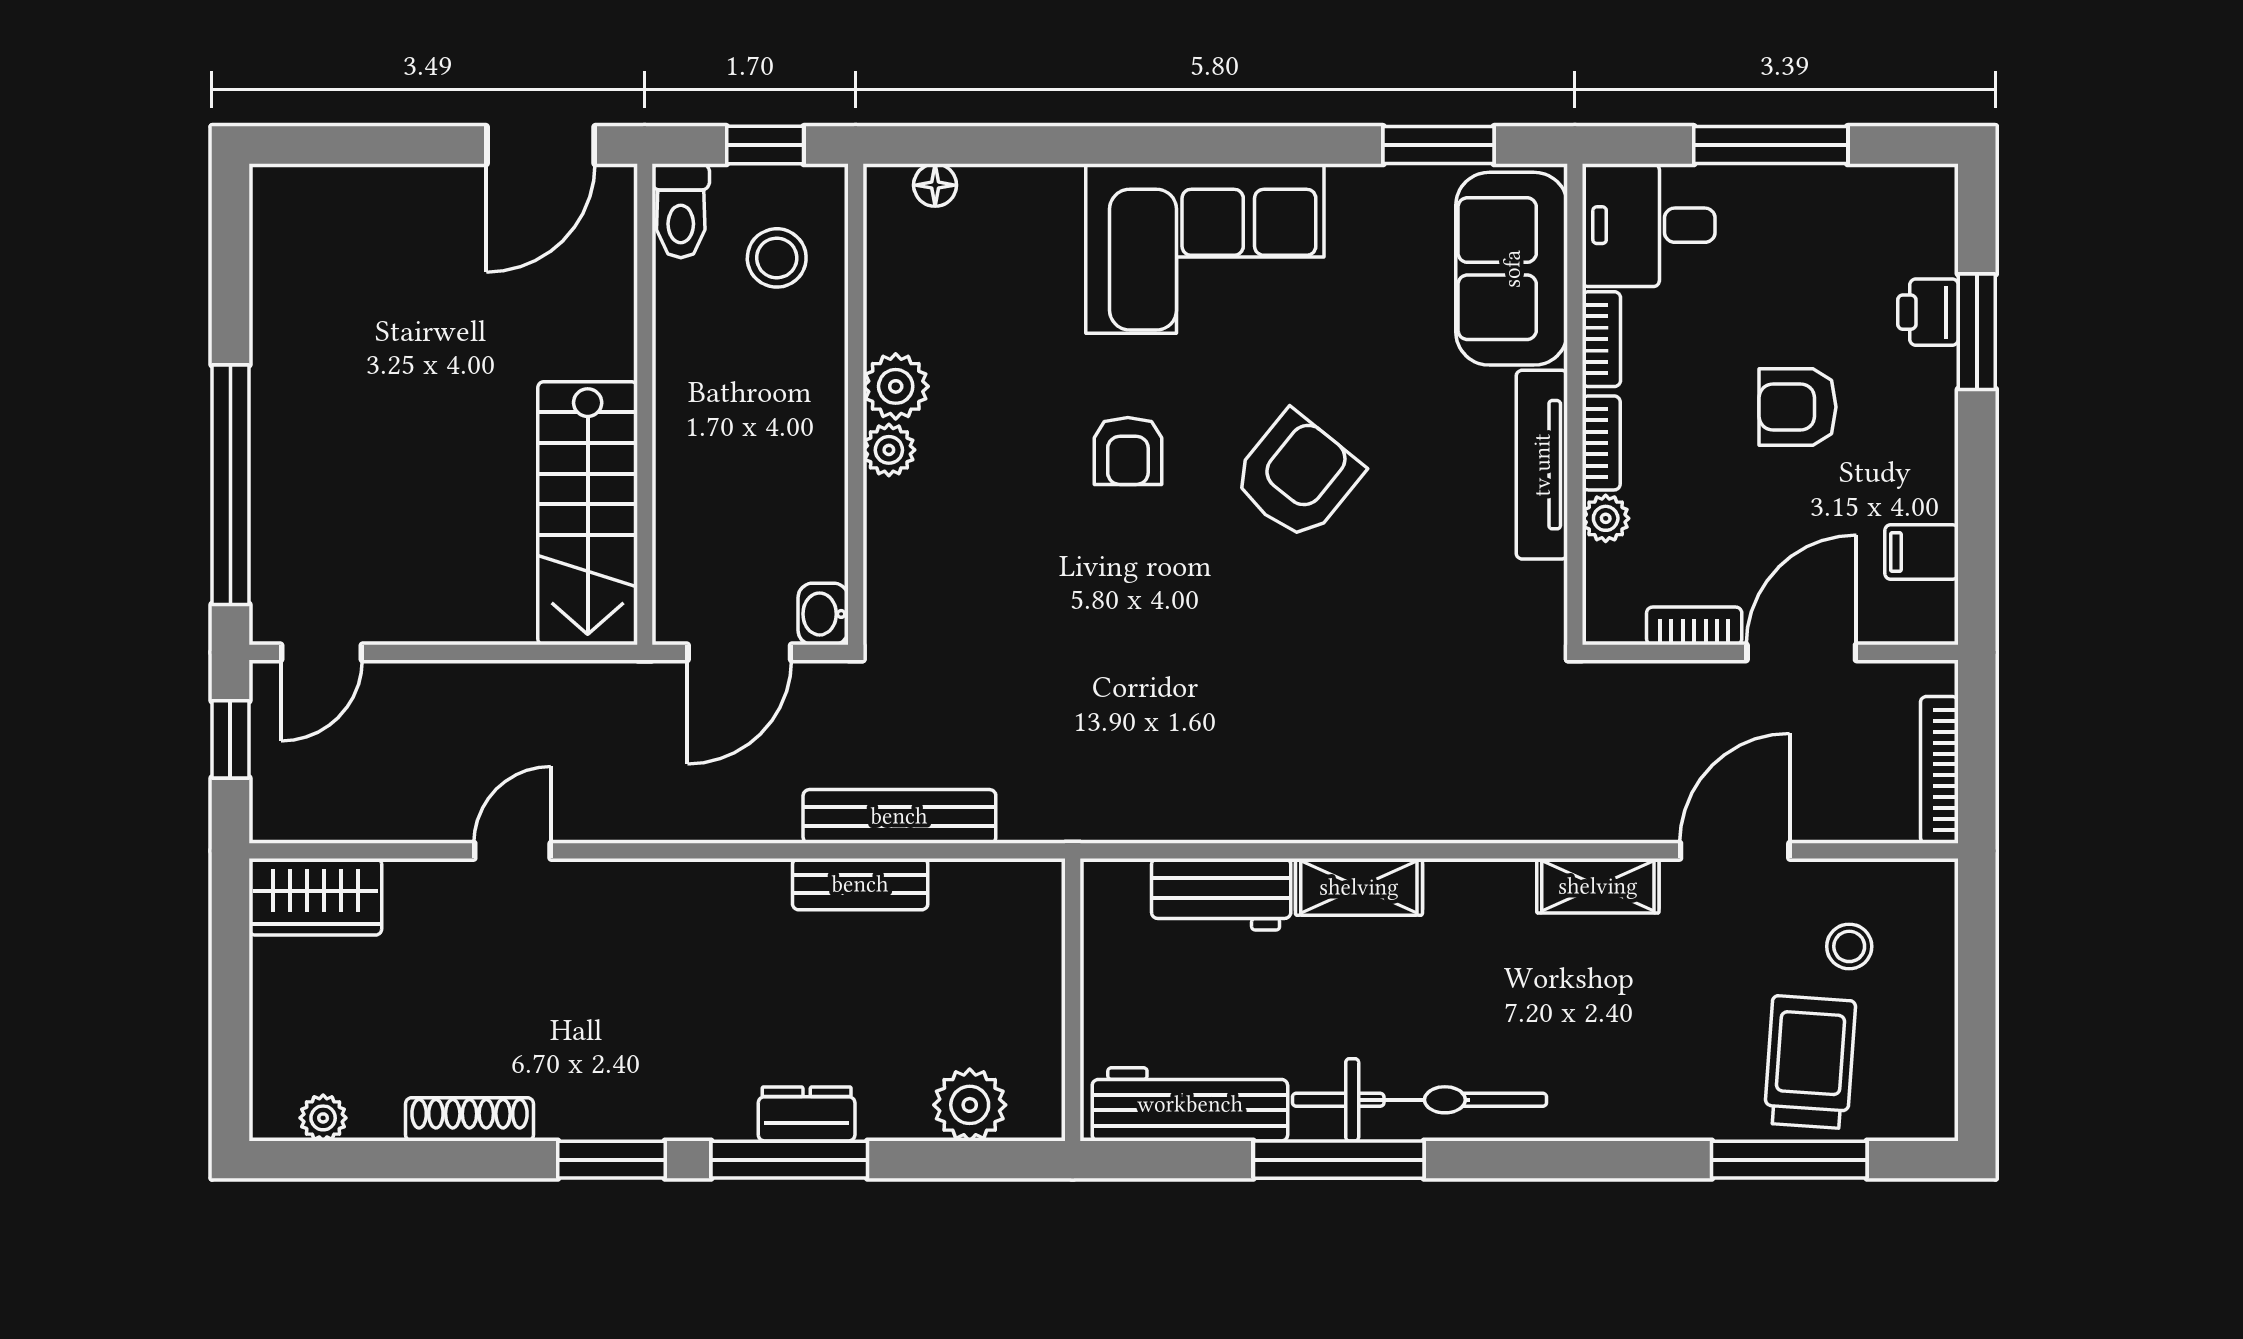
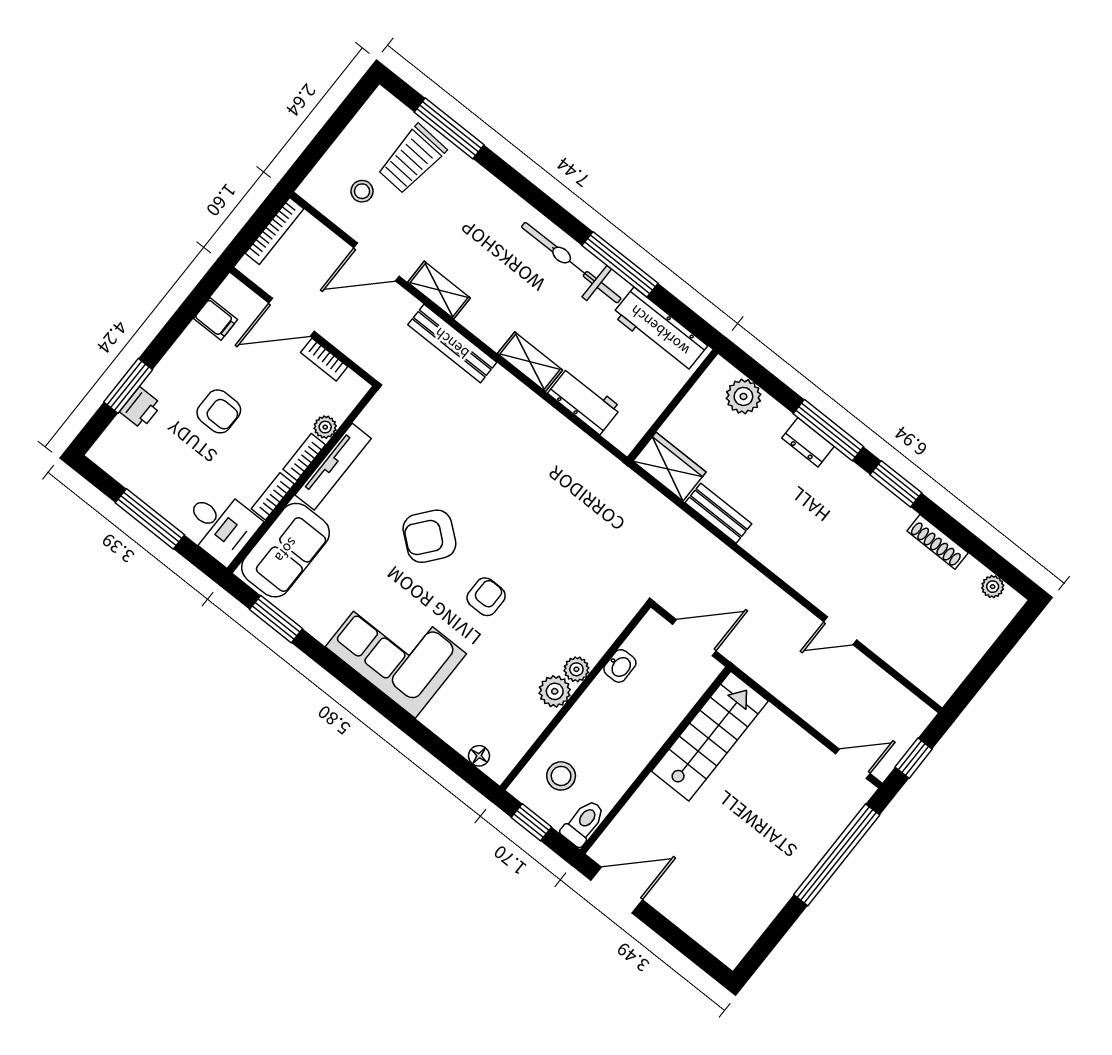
washbasin: (823, 614) -> (620, 666), moved
bench: (899, 816) -> (452, 343), moved
wardrobe: (315, 897) -> (670, 467), moved

